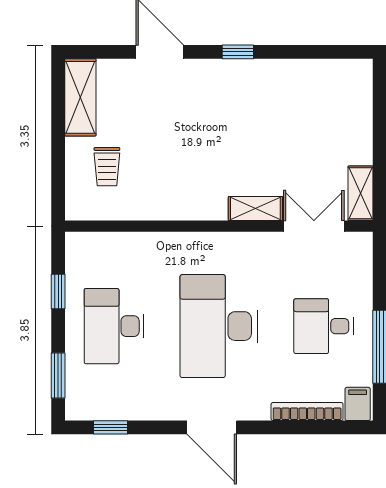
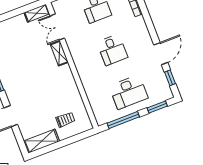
window: (58, 292) -> (123, 120), width x2.17
desk: (219, 326) -> (112, 50), width x0.53, depth x0.77
door: (212, 427) -> (161, 54), moved

